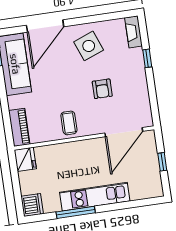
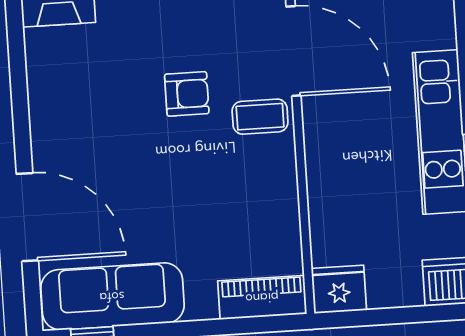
side table: (89, 46) -> (83, 118), removed
coffee table: (69, 123) -> (260, 117), moved

